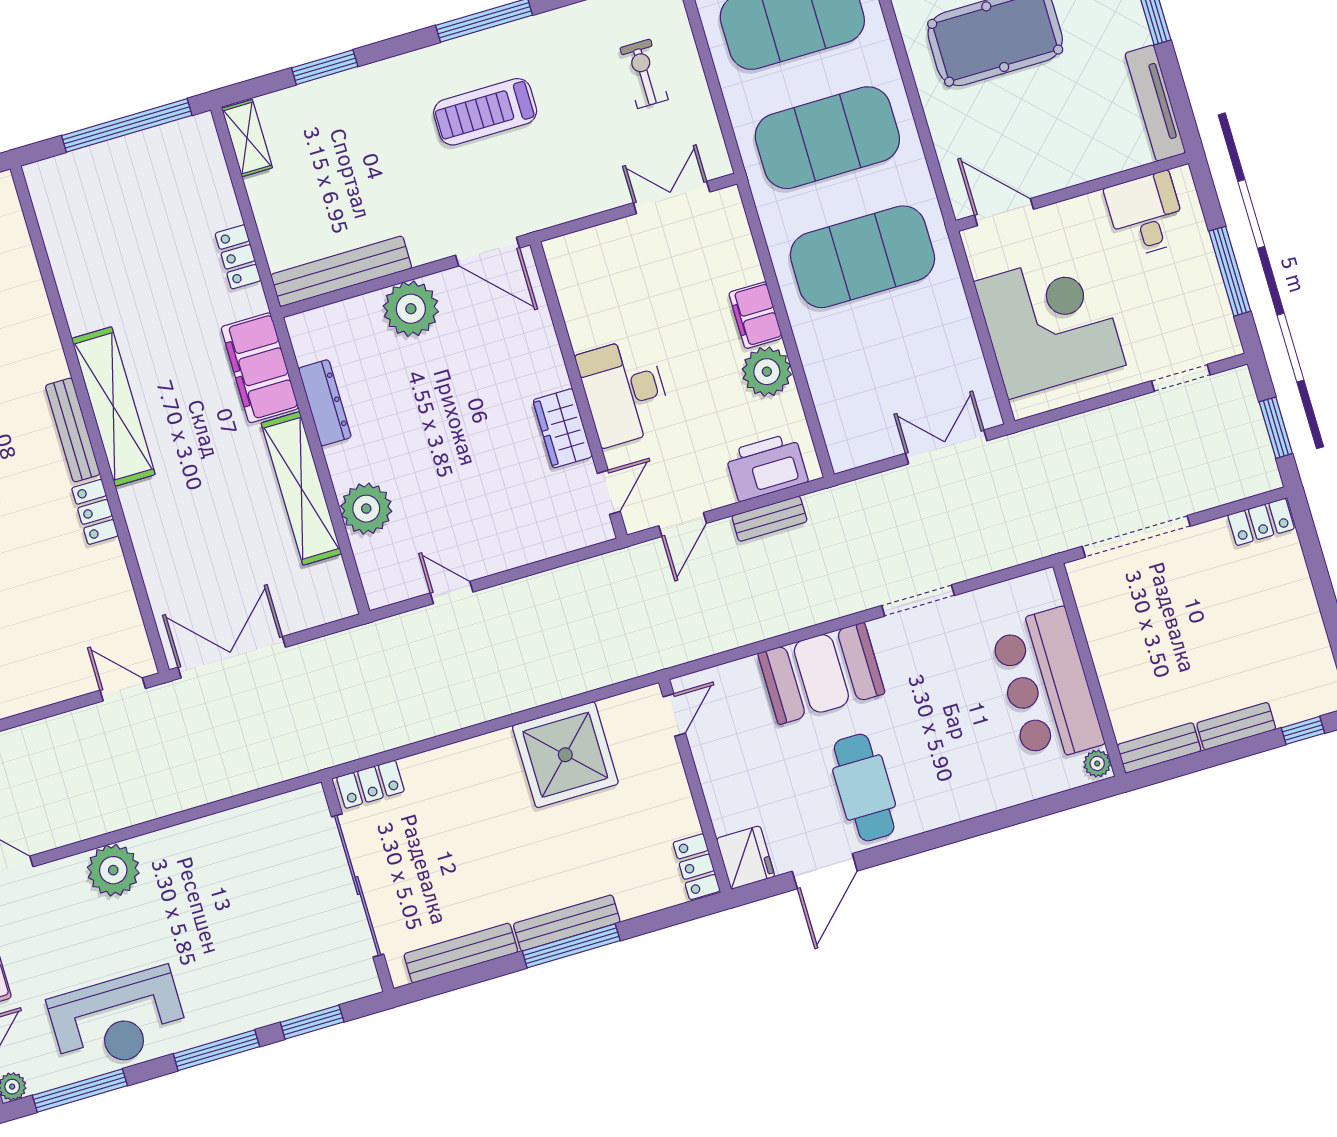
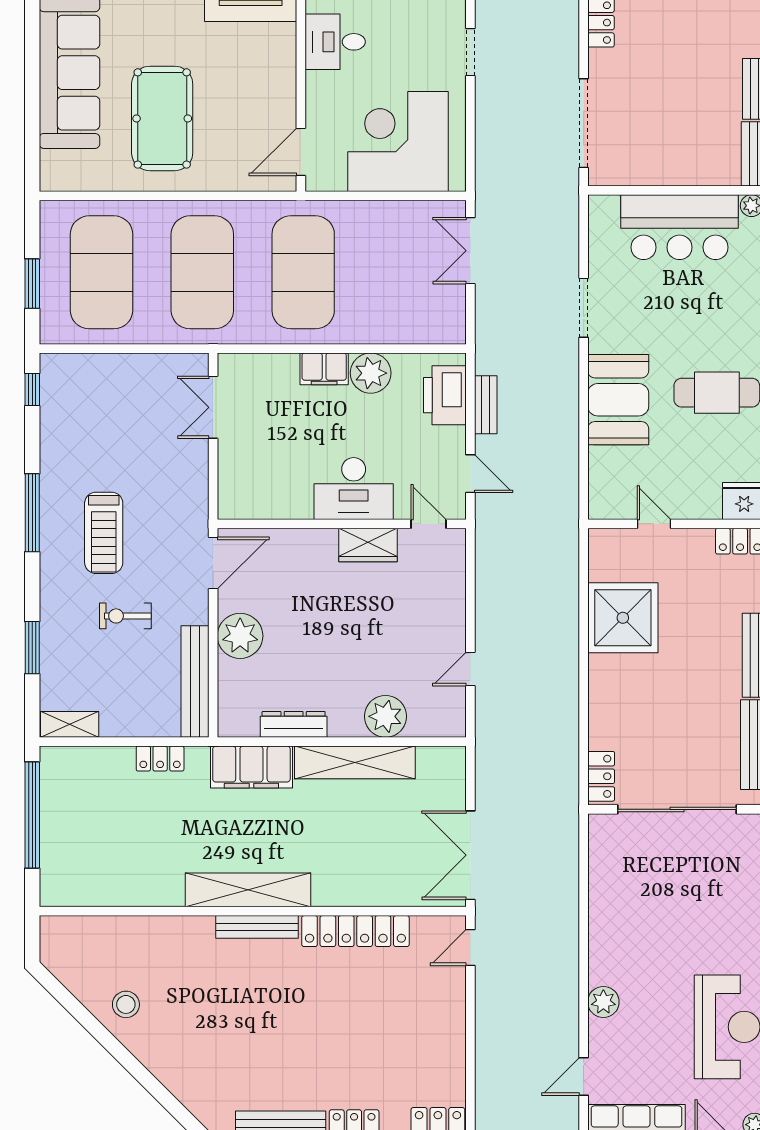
exercise bike: (644, 74) -> (125, 616), moved
locker: (95, 512) -> (355, 931), width x2.16, depth x1.21
door: (674, 715) -> (654, 524), moved
plant: (113, 870) -> (603, 1002), width x0.73, depth x0.73

